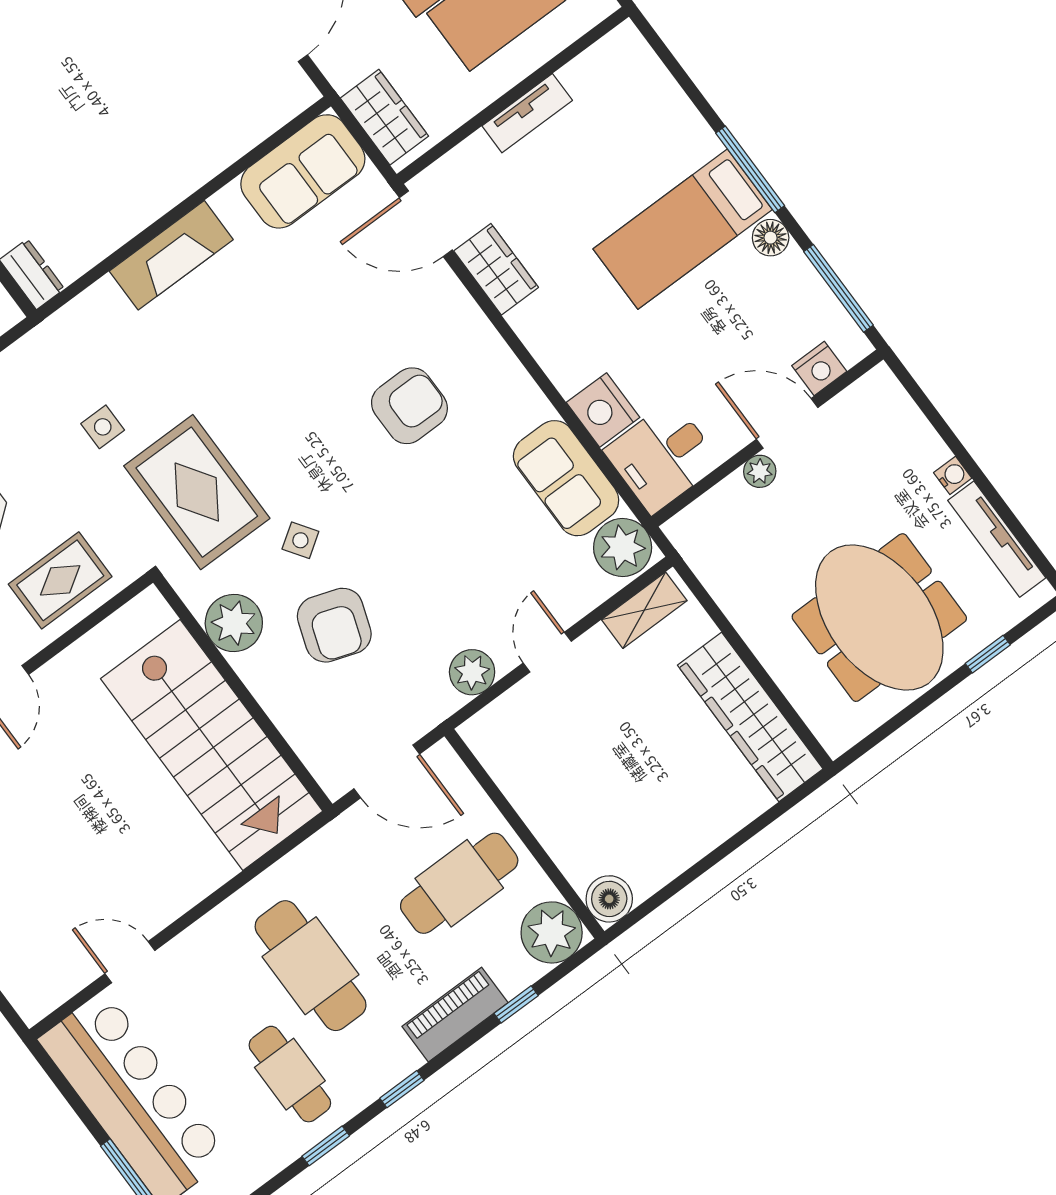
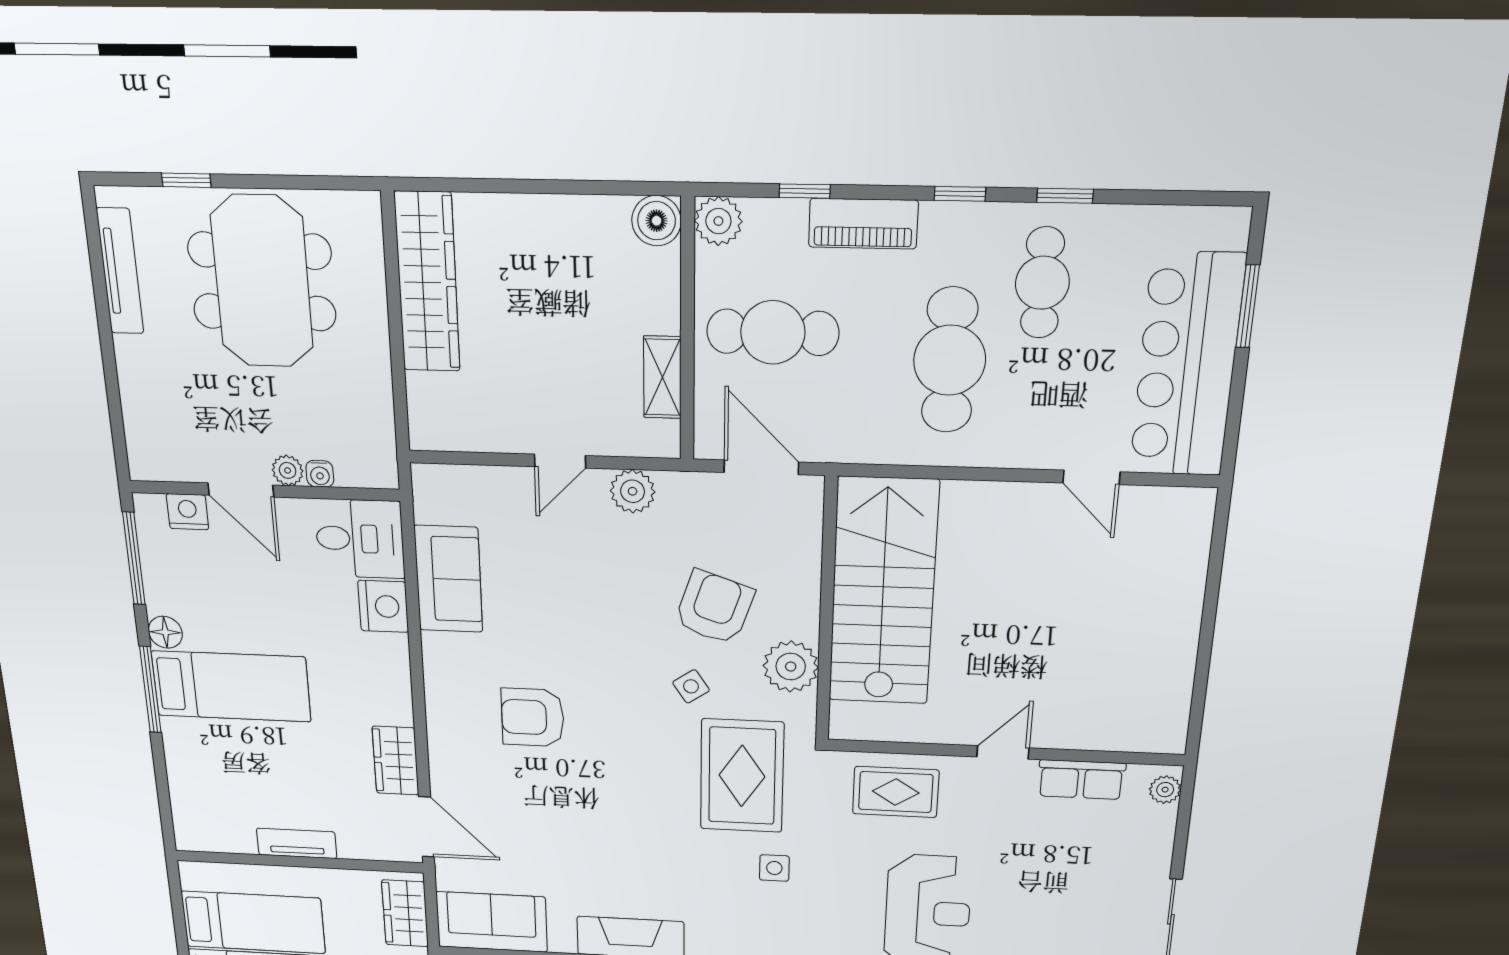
water cooler: (953, 475) -> (320, 474), moved, turned -90
plant: (623, 547) -> (440, 495), removed
shelving: (644, 610) -> (662, 377), moved, turned 90
plant: (552, 932) -> (718, 221), width x0.73, depth x0.73

